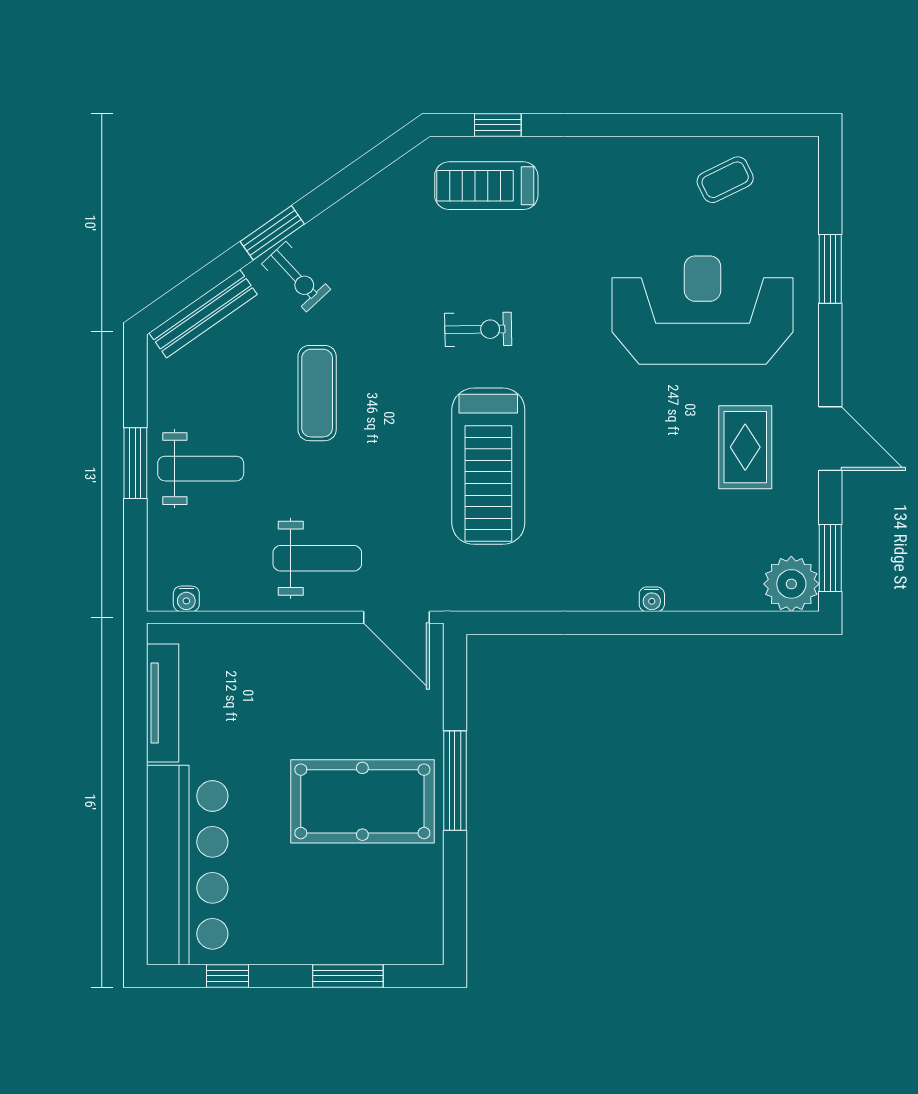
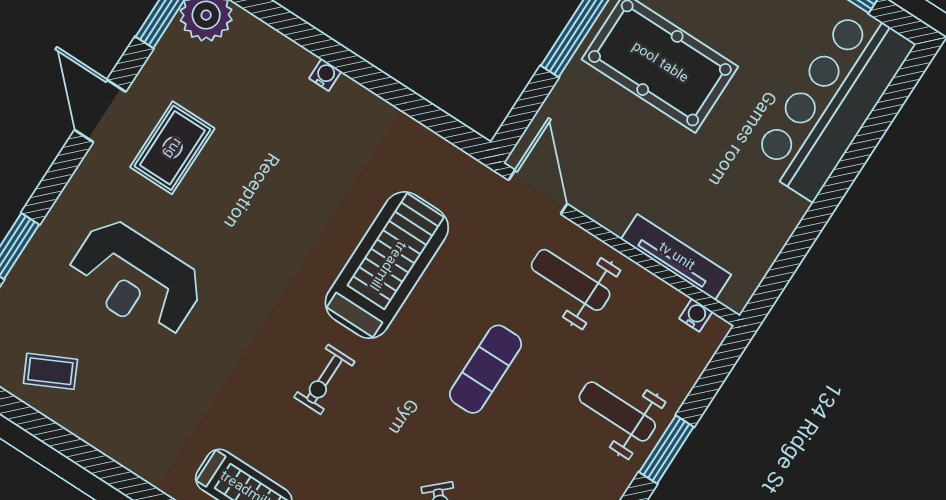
reception desk: (703, 310) -> (136, 279), width x0.74, depth x0.77
exercise bike: (478, 329) -> (324, 379), turned -89
exercise mat: (317, 393) -> (486, 369), moved
tv unit: (163, 703) -> (676, 257), moved, turned 90

